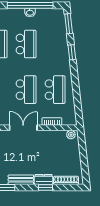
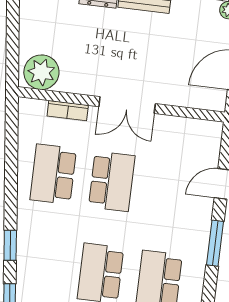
school desk: (26, 90) -> (112, 181), turned 180
plant: (71, 135) -> (41, 72), width x1.87, depth x1.87

